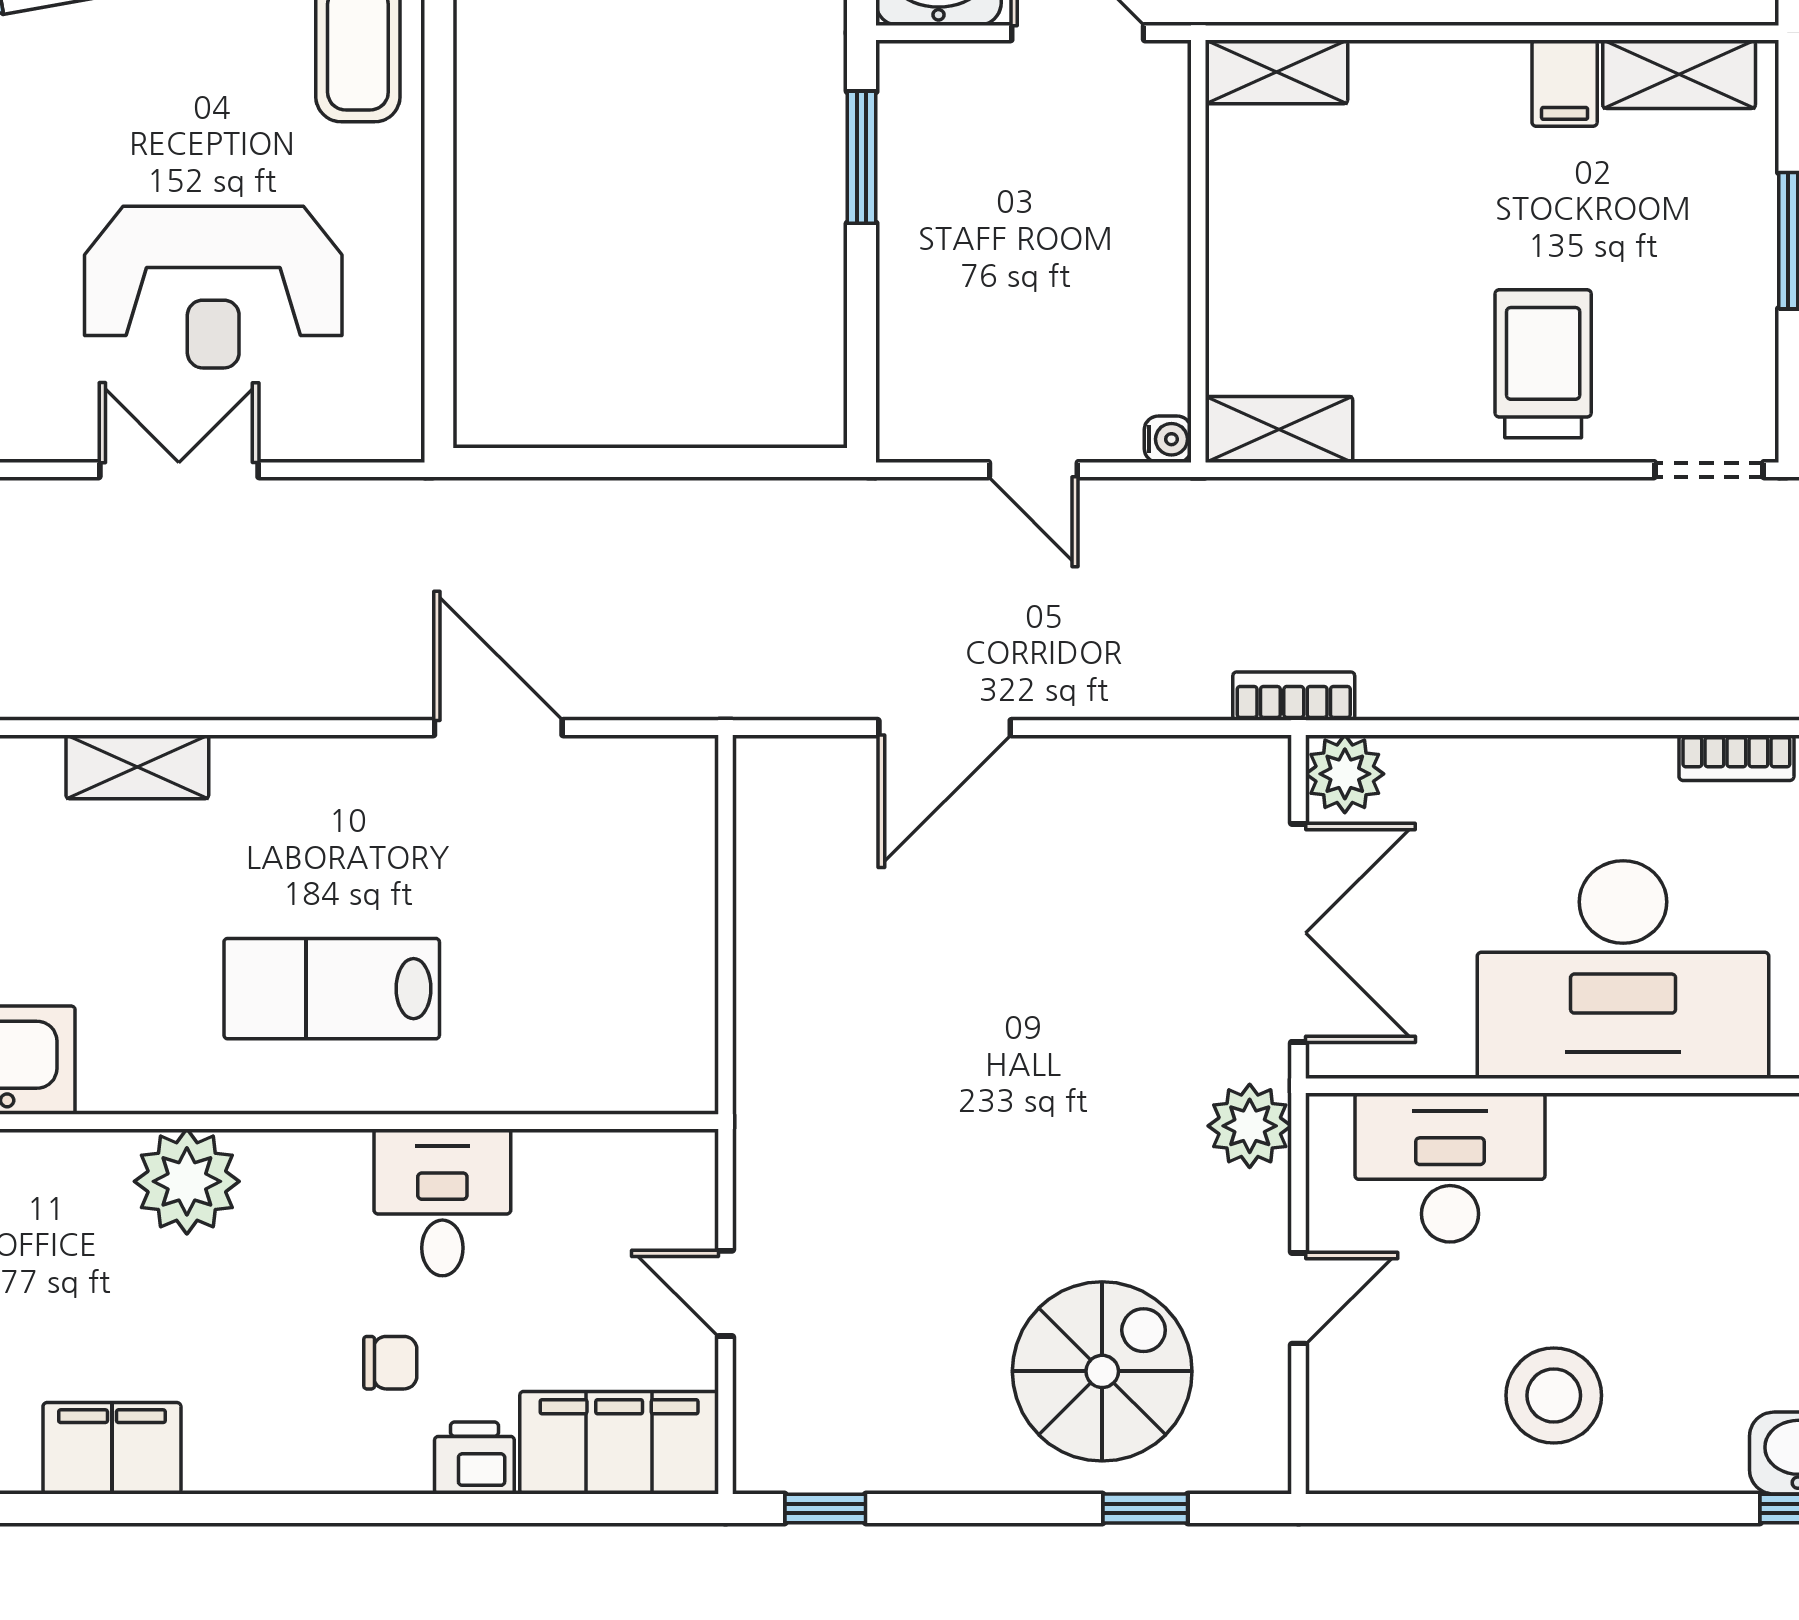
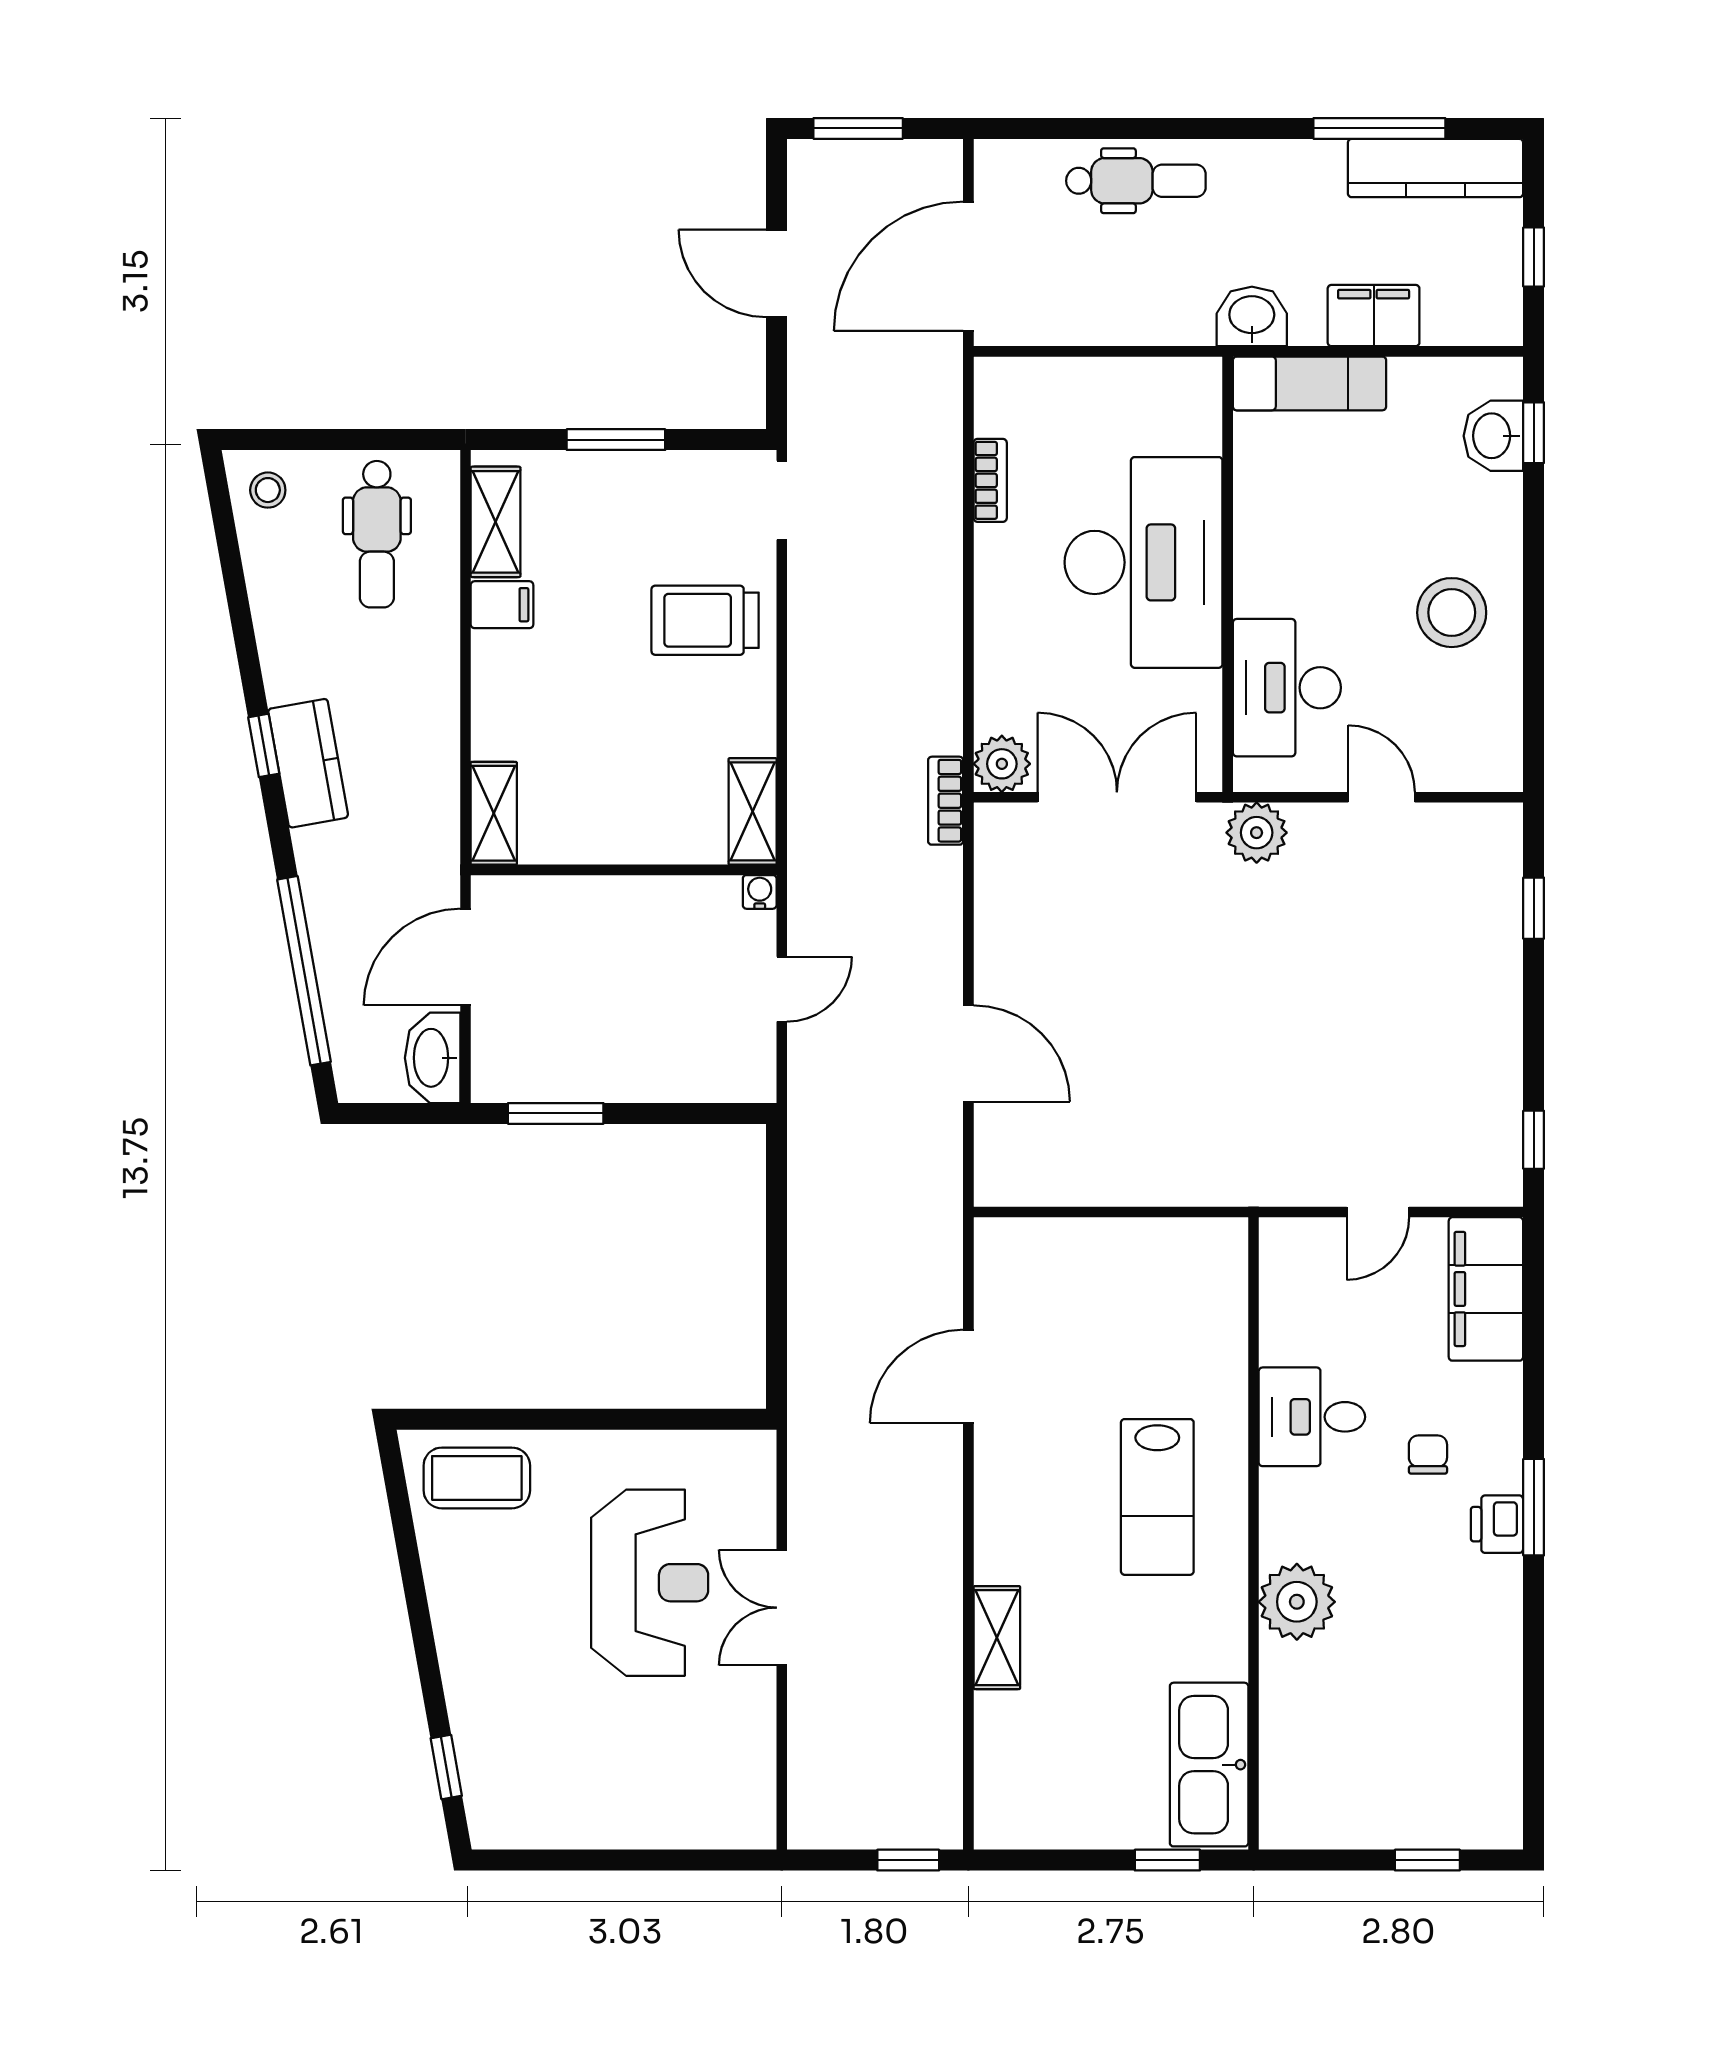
spiral stairs: (1102, 1371) -> (1434, 939), removed
filing cabinet: (112, 1448) -> (1490, 1656), removed
printer: (474, 1458) -> (1497, 1524), moved
window: (318, 1508) -> (1534, 1507), added

